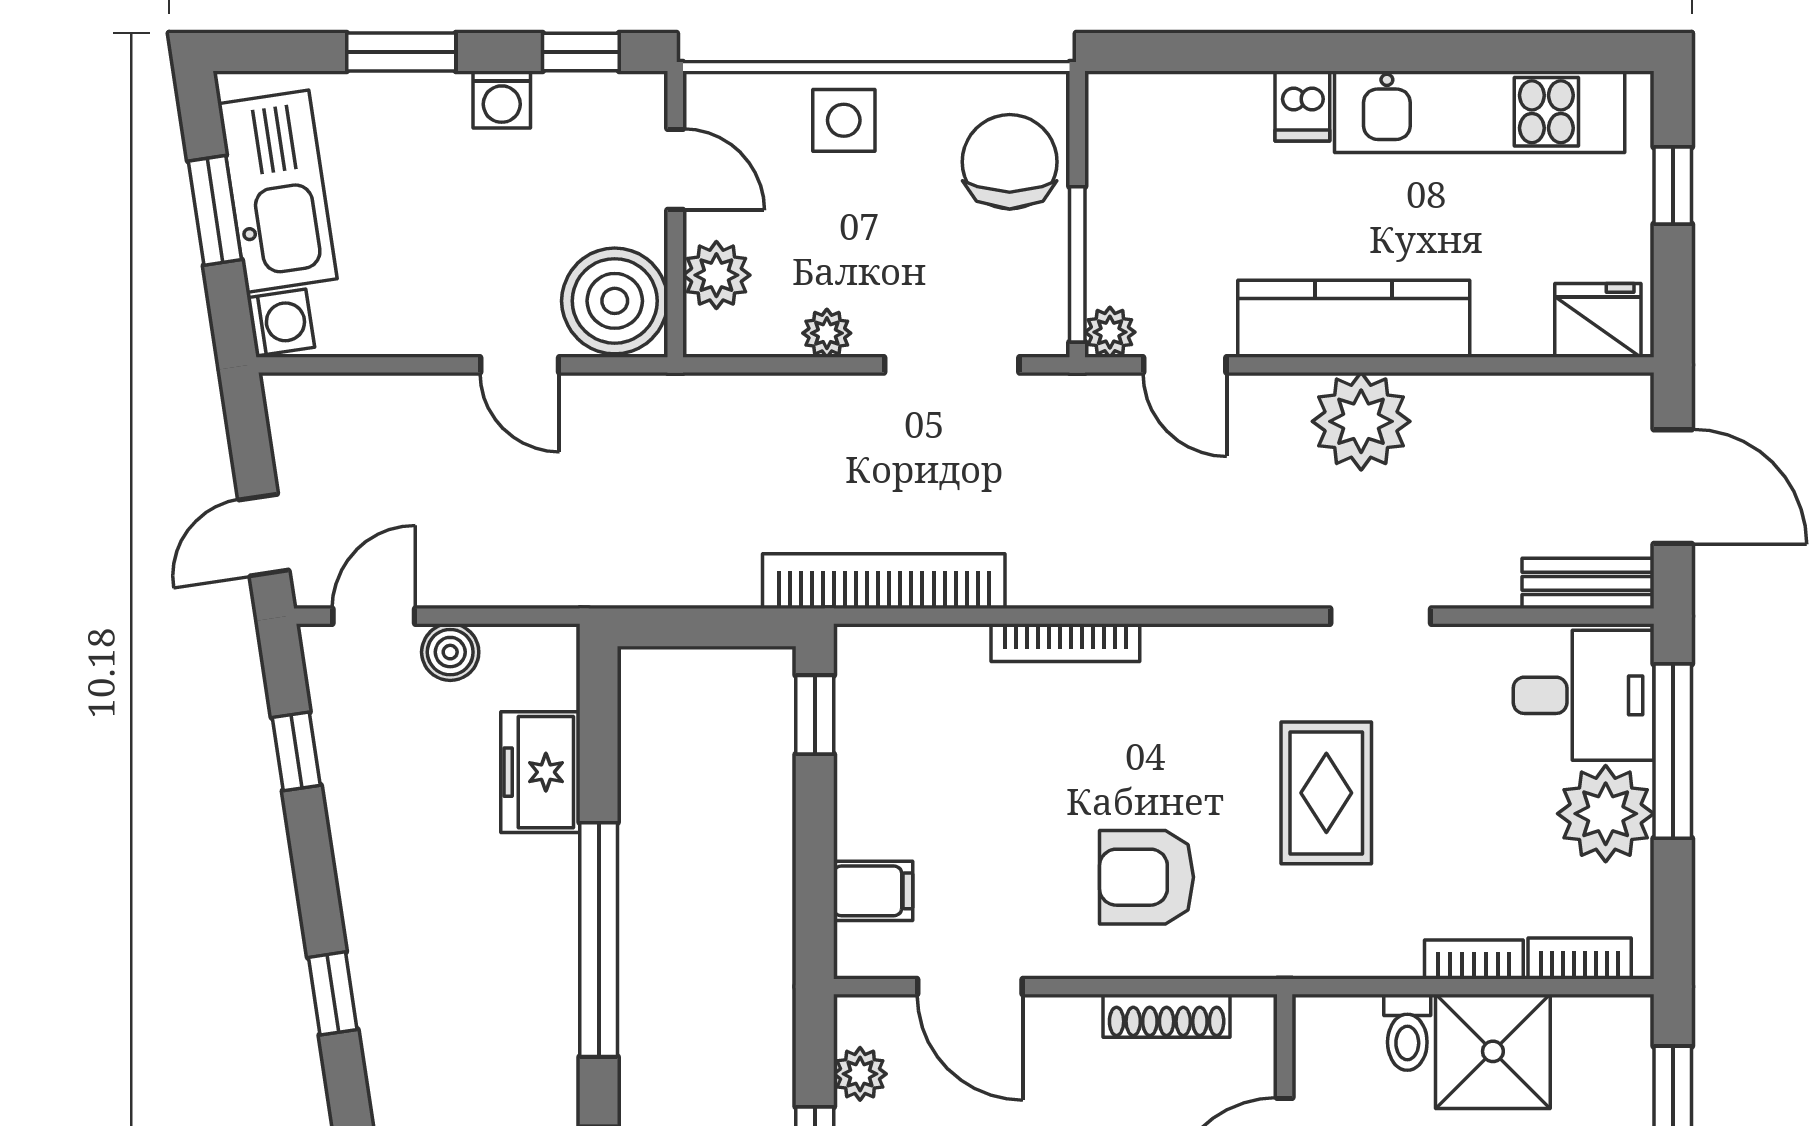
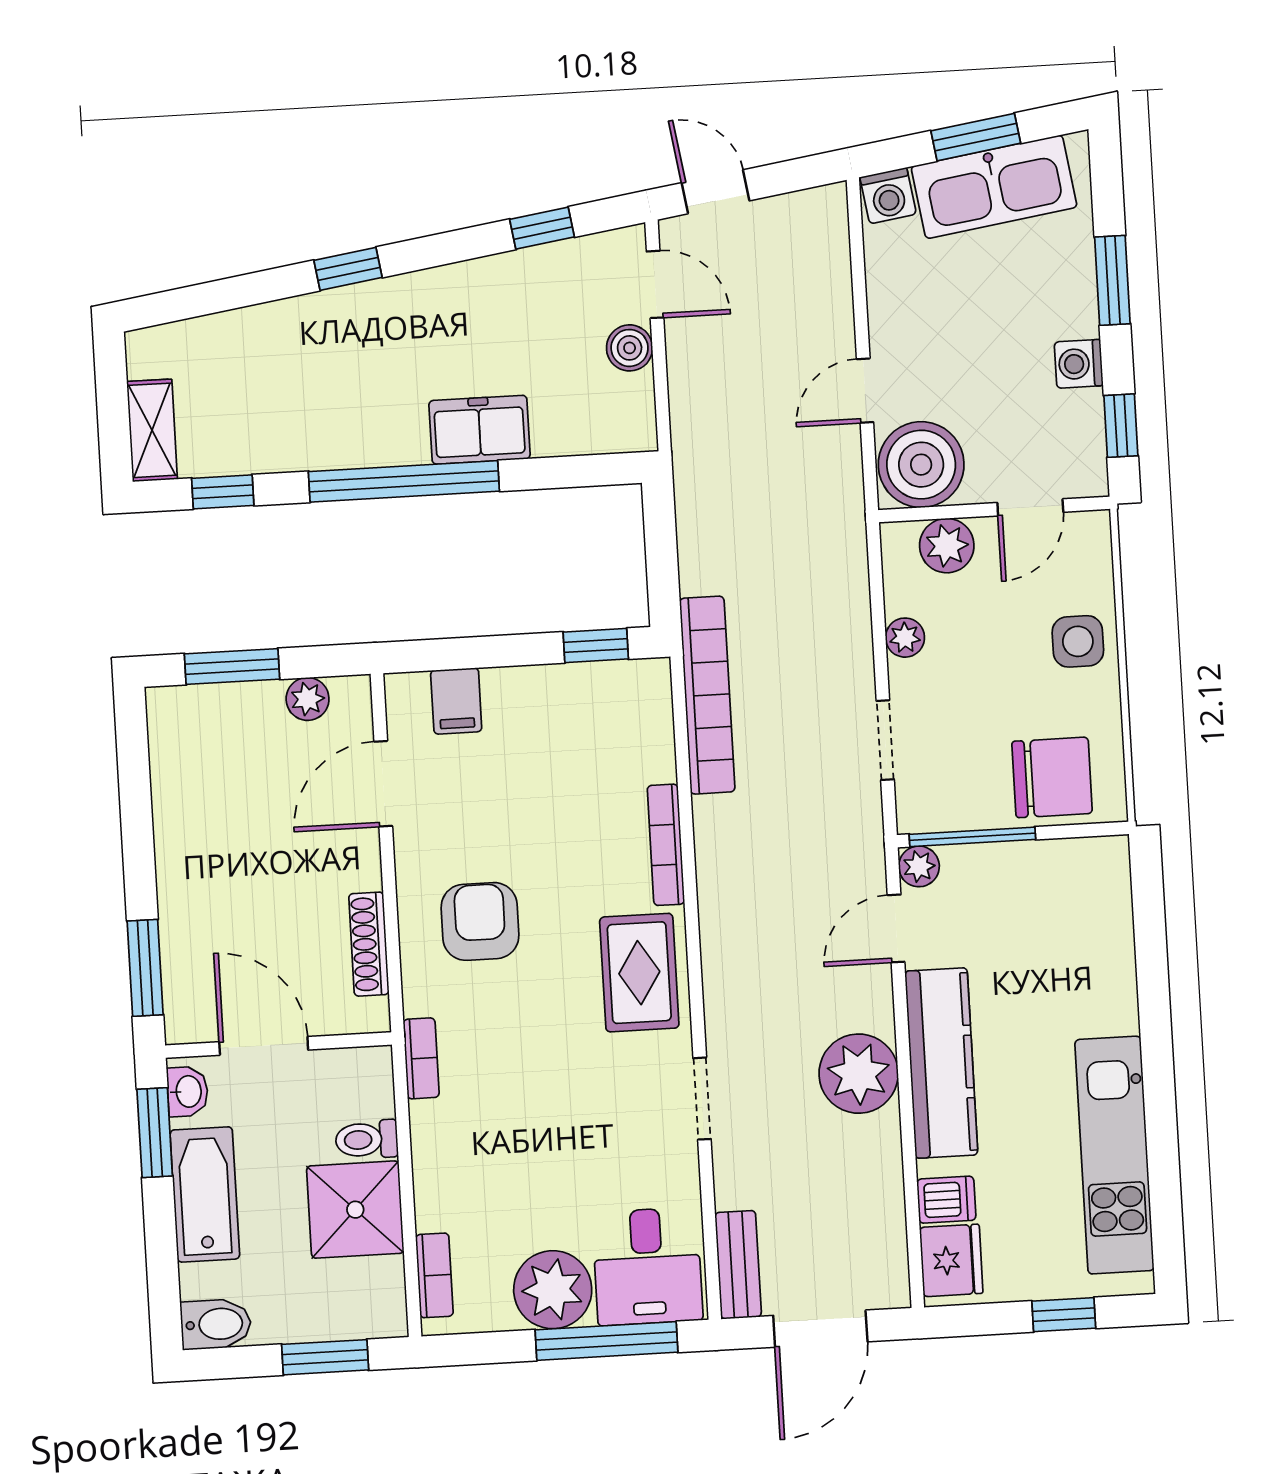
dishwasher: (1302, 106) -> (946, 1200), moved, turned 180
doorway: (952, 365) -> (885, 740), width x0.73
freezer: (540, 772) -> (480, 430), moved
rug: (1326, 793) -> (639, 973), moved, turned 90
bookcase: (1474, 959) -> (421, 1058), moved

